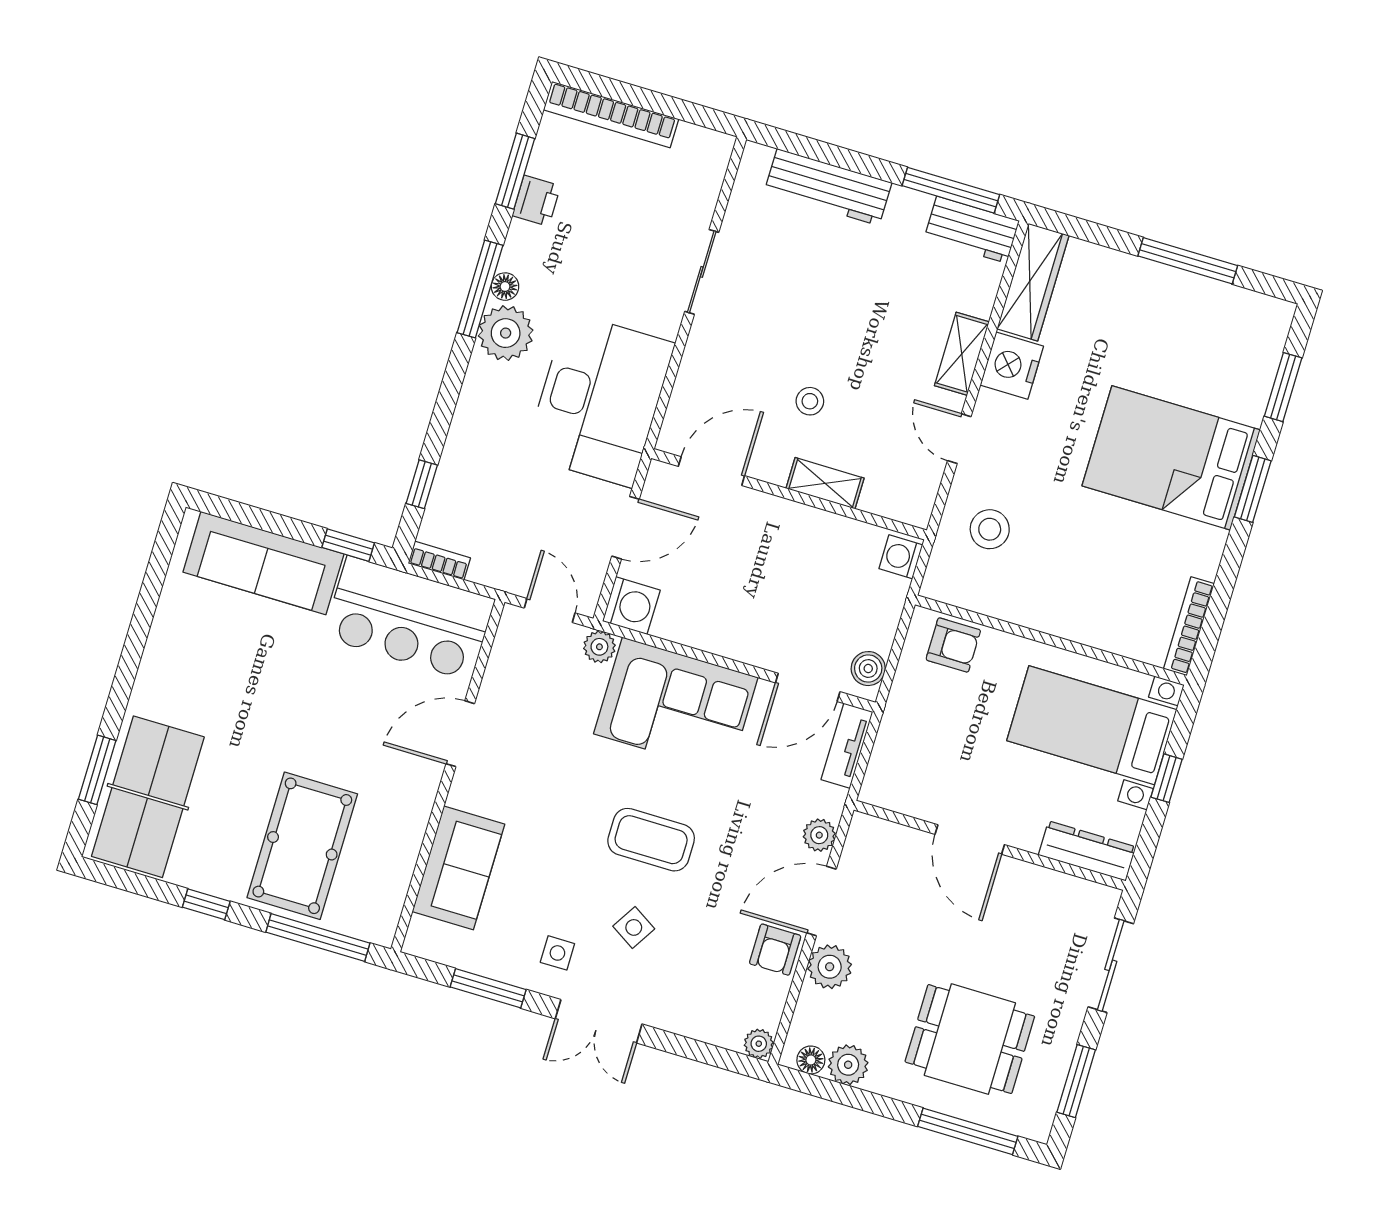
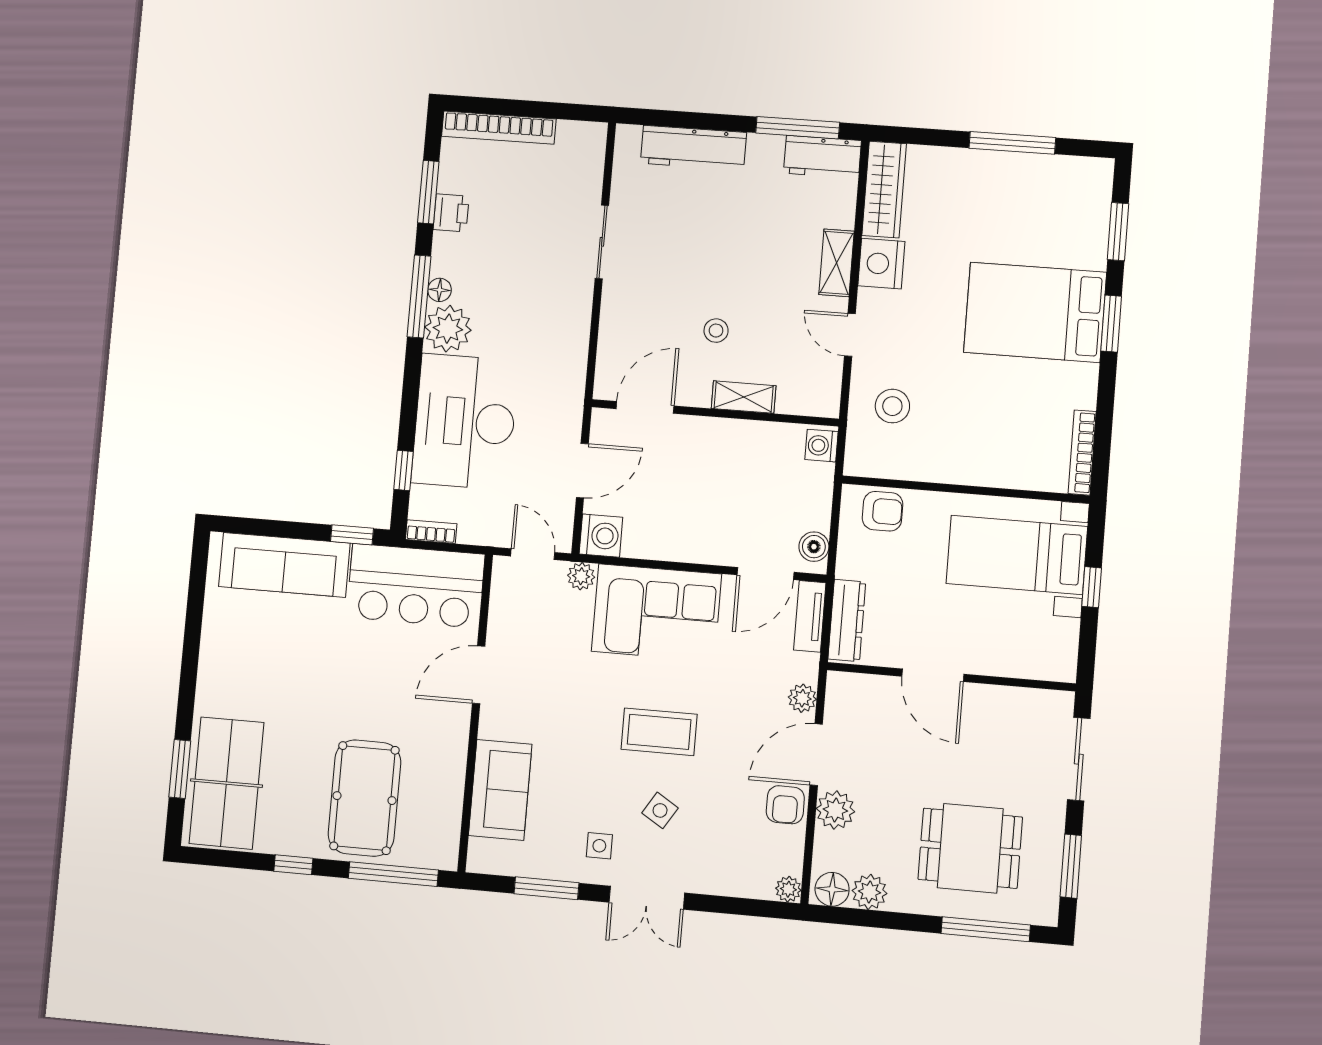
desk: (600, 400) -> (465, 422), moved, turned 180
dresser: (1087, 851) -> (847, 620), moved, turned 90
floor lamp: (811, 1060) -> (832, 889), width x1.37, depth x1.37

